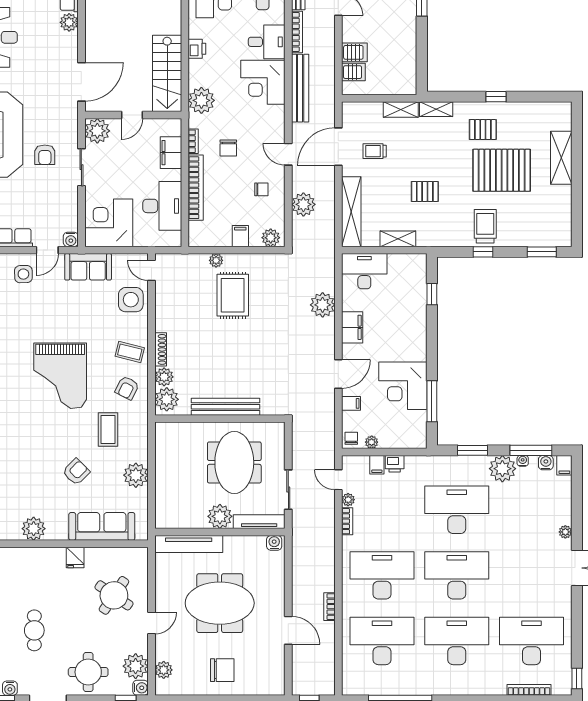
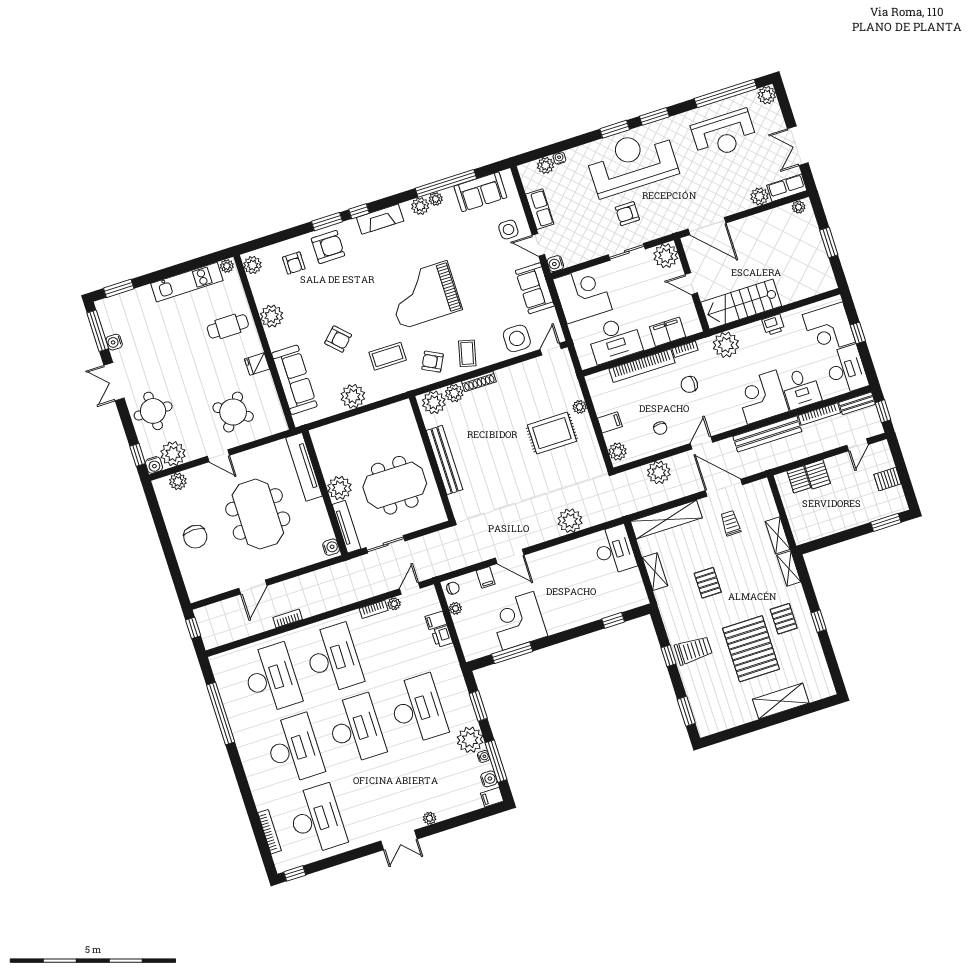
filing cabinet: (352, 327) -> (558, 555), removed
cafe table: (34, 630) -> (228, 326), moved

